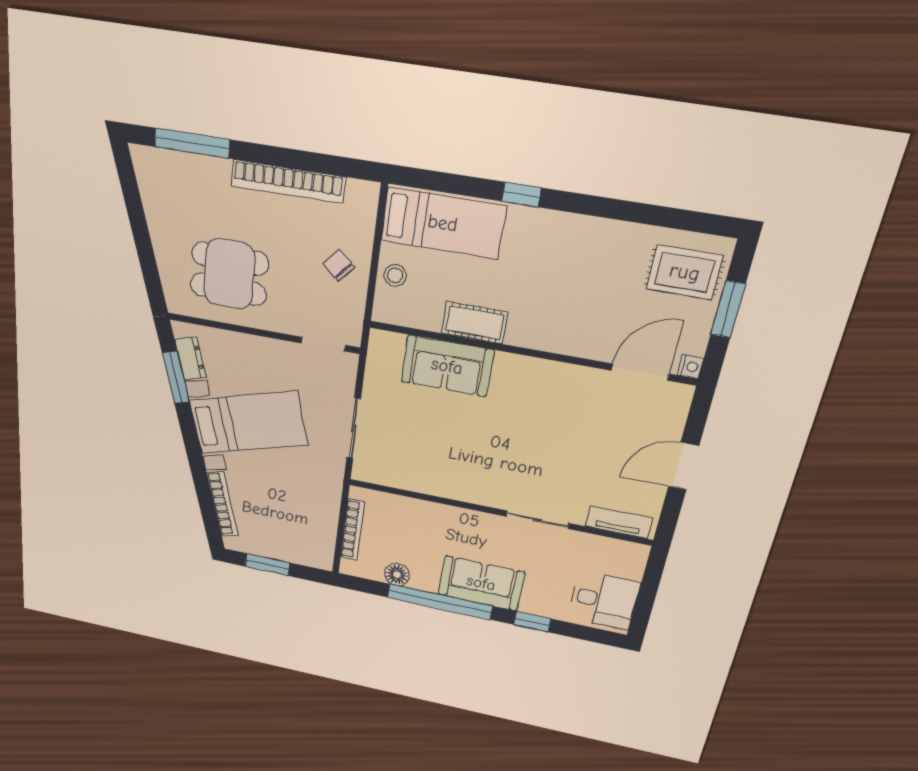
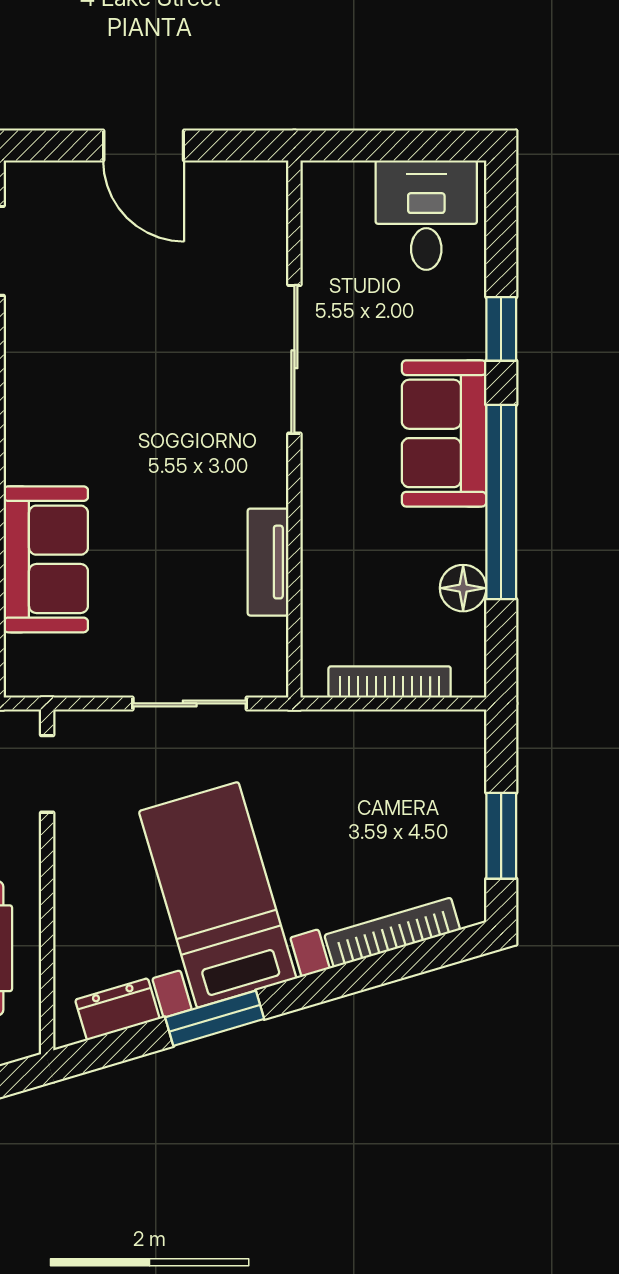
window: (176, 378) -> (215, 1018), moved
sliding door: (537, 520) -> (294, 359), width x1.37
tv unit: (619, 522) -> (268, 562), moved

